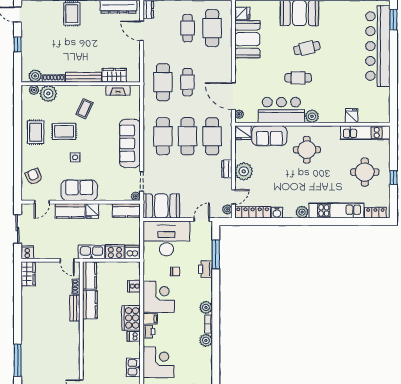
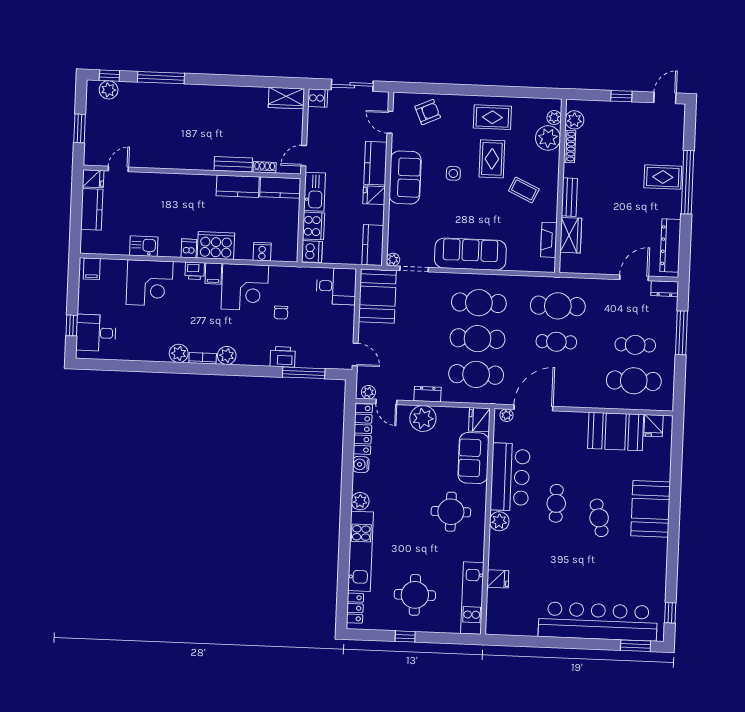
bench: (83, 77) -> (569, 197), width x0.73
desk: (166, 238) -> (336, 286), width x0.53, depth x0.77

